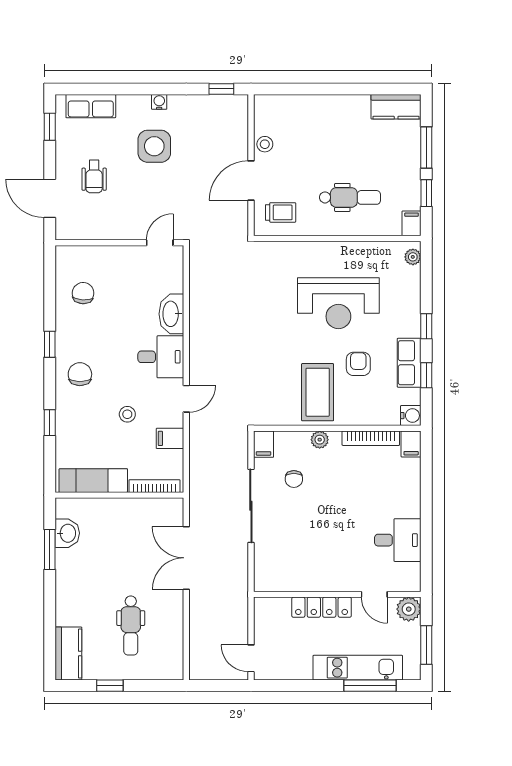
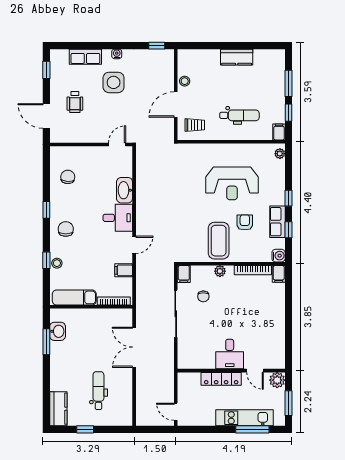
row of seats: (91, 106) -> (85, 57), moved
kitchen counter: (396, 107) -> (237, 57), moved
stool: (127, 414) -> (57, 263), moved
desk: (398, 540) -> (230, 354), moved, turned 90
dental chair: (131, 626) -> (98, 391), turned 180

